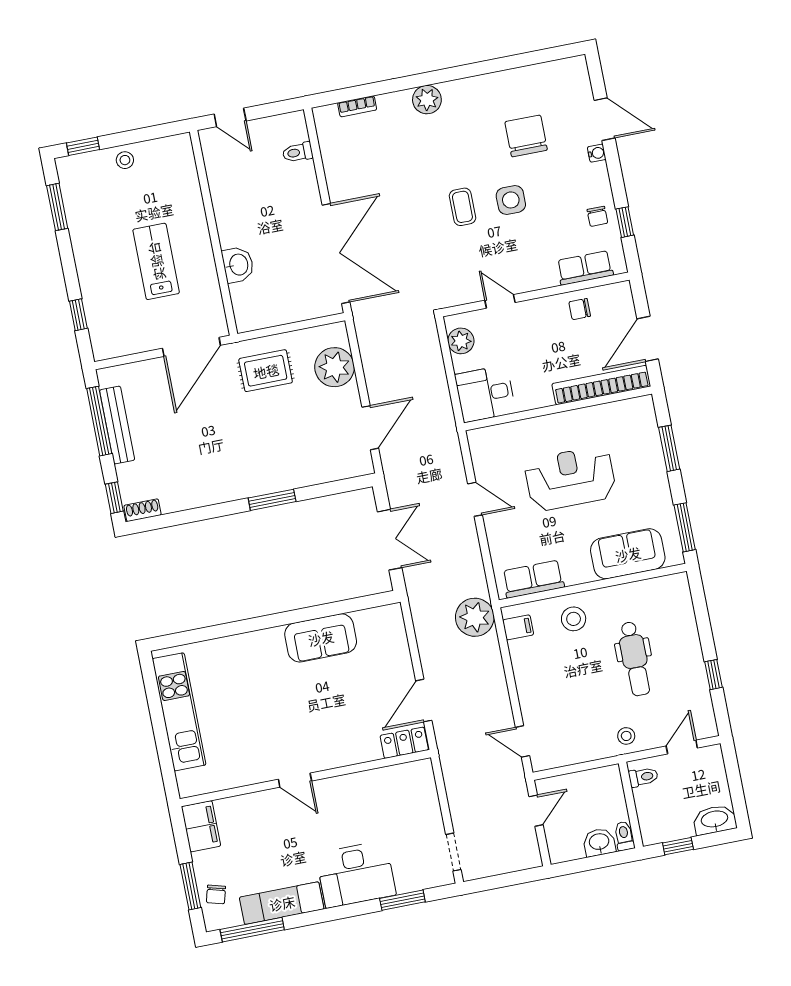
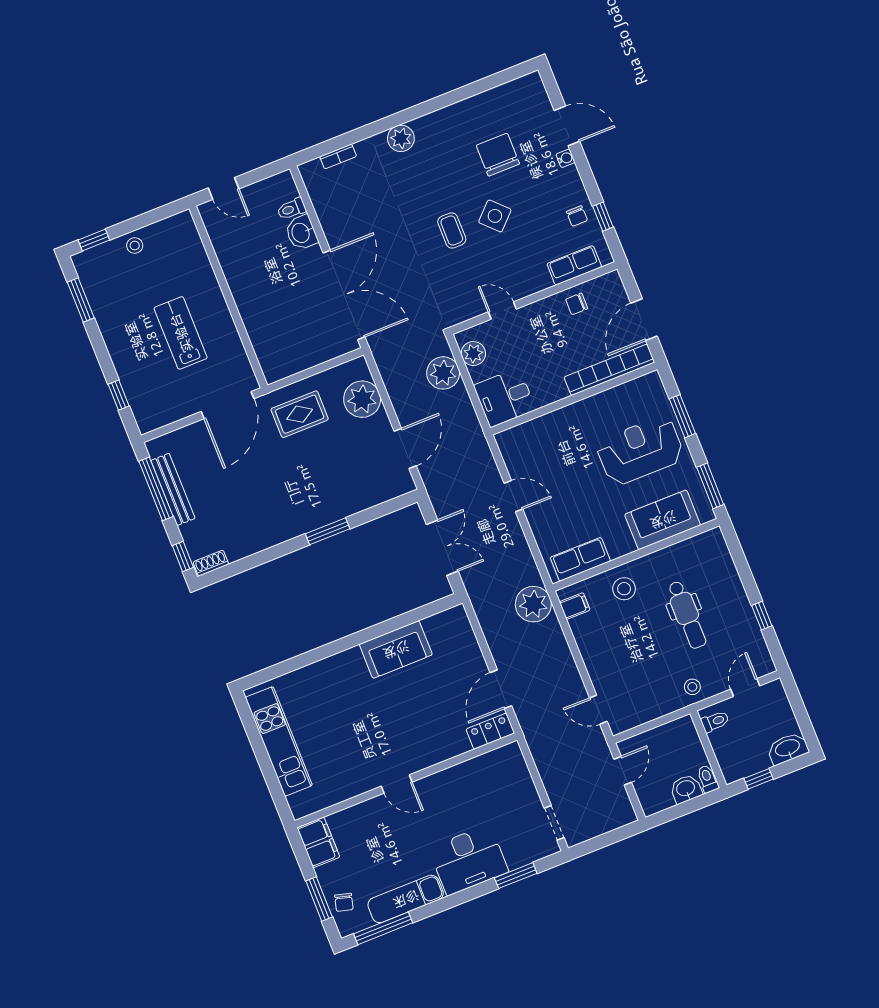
side table: (511, 200) -> (495, 216), turned 45
washbasin: (238, 265) -> (301, 233), moved, turned 180
plant: (425, 355) -> (443, 373), added
reception desk: (570, 479) -> (640, 451), moved

